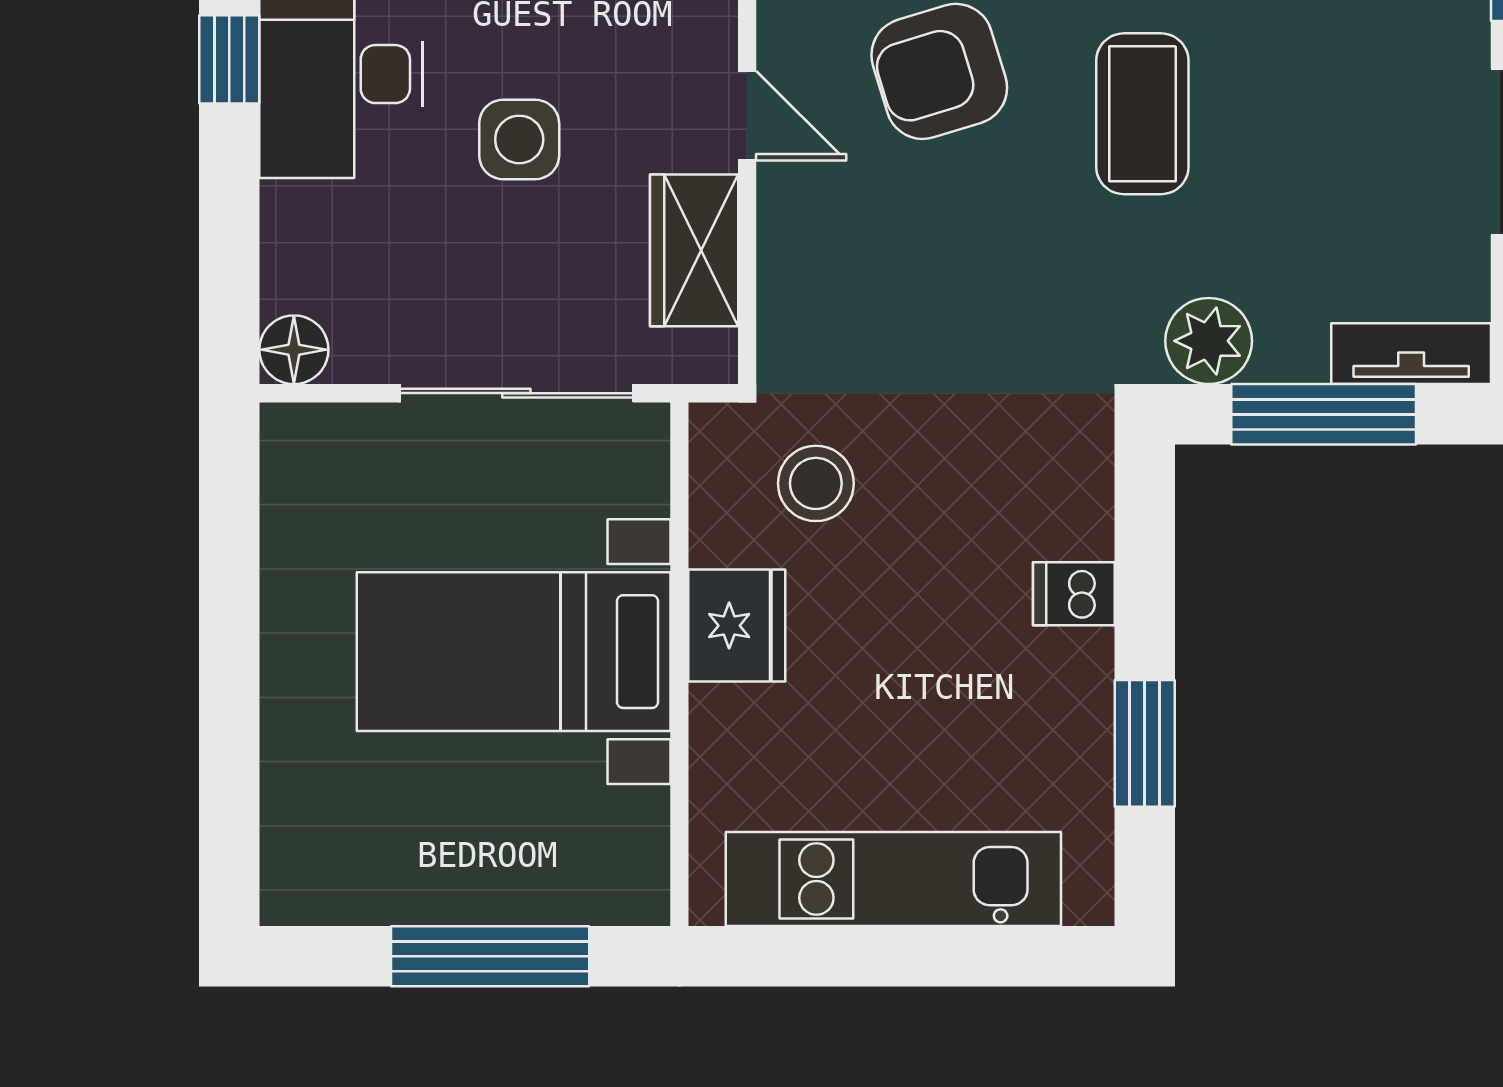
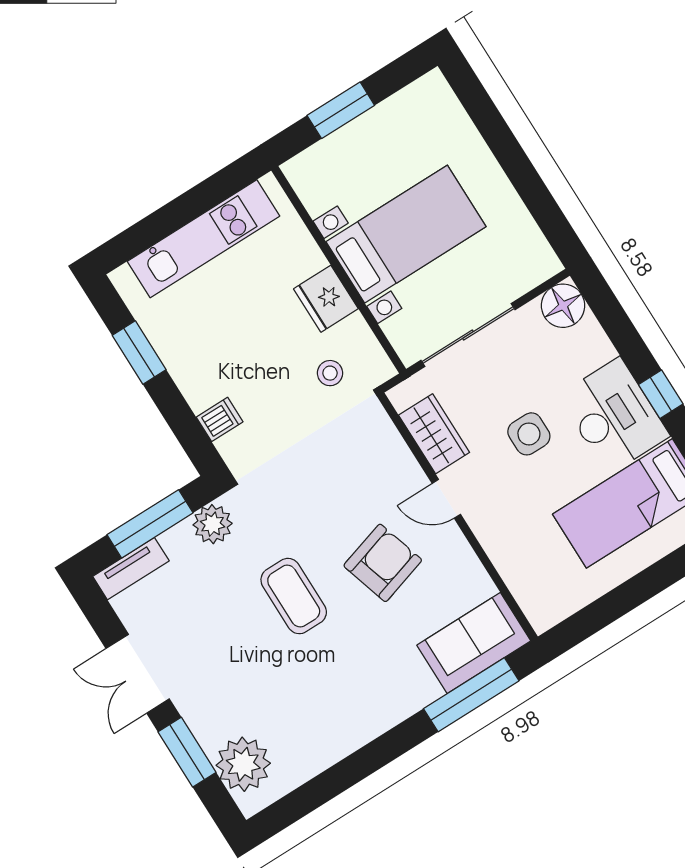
floor lamp: (294, 350) -> (563, 306), width x1.38, depth x1.38
stool: (816, 483) -> (330, 373), width x0.73, depth x0.73
dishwasher: (1074, 594) -> (220, 419), moved
window: (490, 956) -> (341, 110), width x0.69

